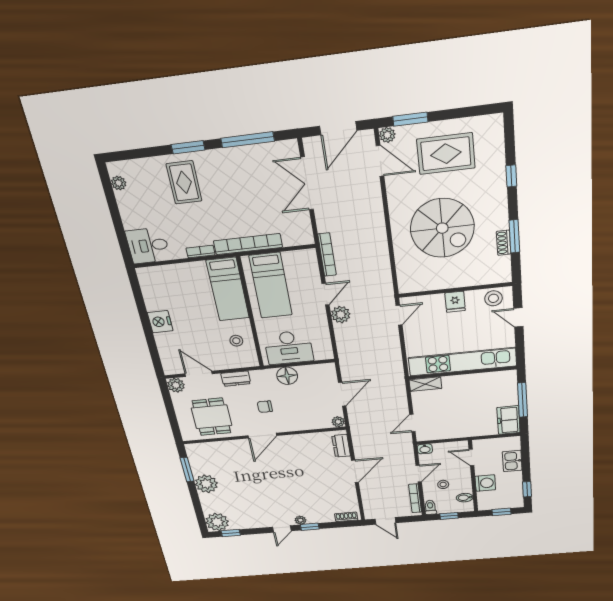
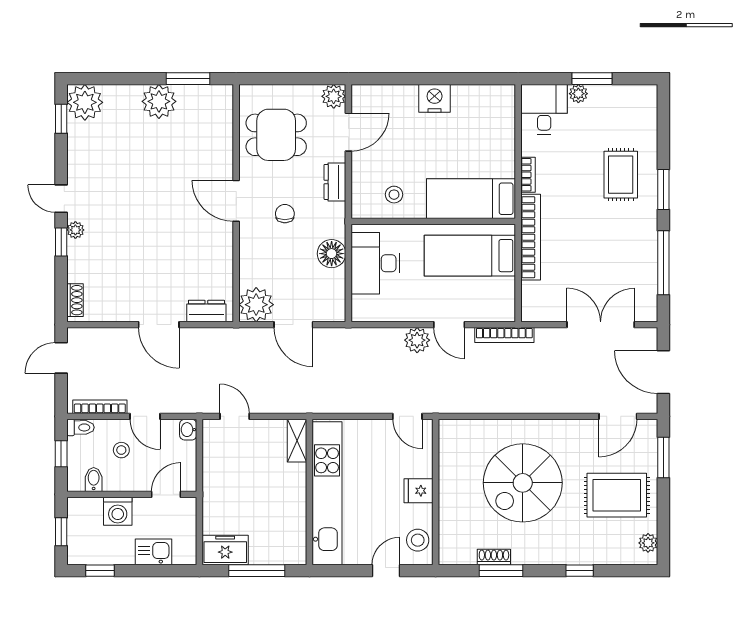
plant: (387, 135) -> (648, 543), moved
rug: (446, 154) -> (617, 495), turned 90
rug: (184, 182) -> (621, 175), turned 90
plant: (119, 183) -> (578, 94), moved
window: (115, 213) -> (592, 79), added
plant: (338, 422) -> (256, 305), width x1.88, depth x1.88

